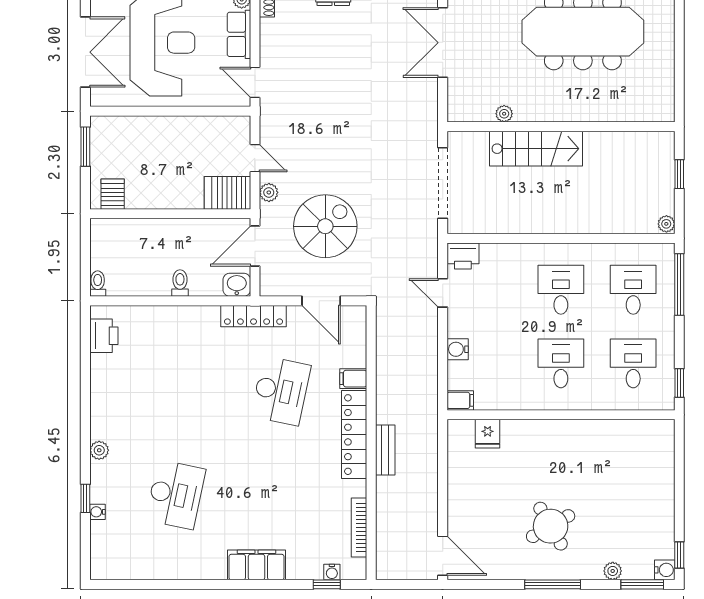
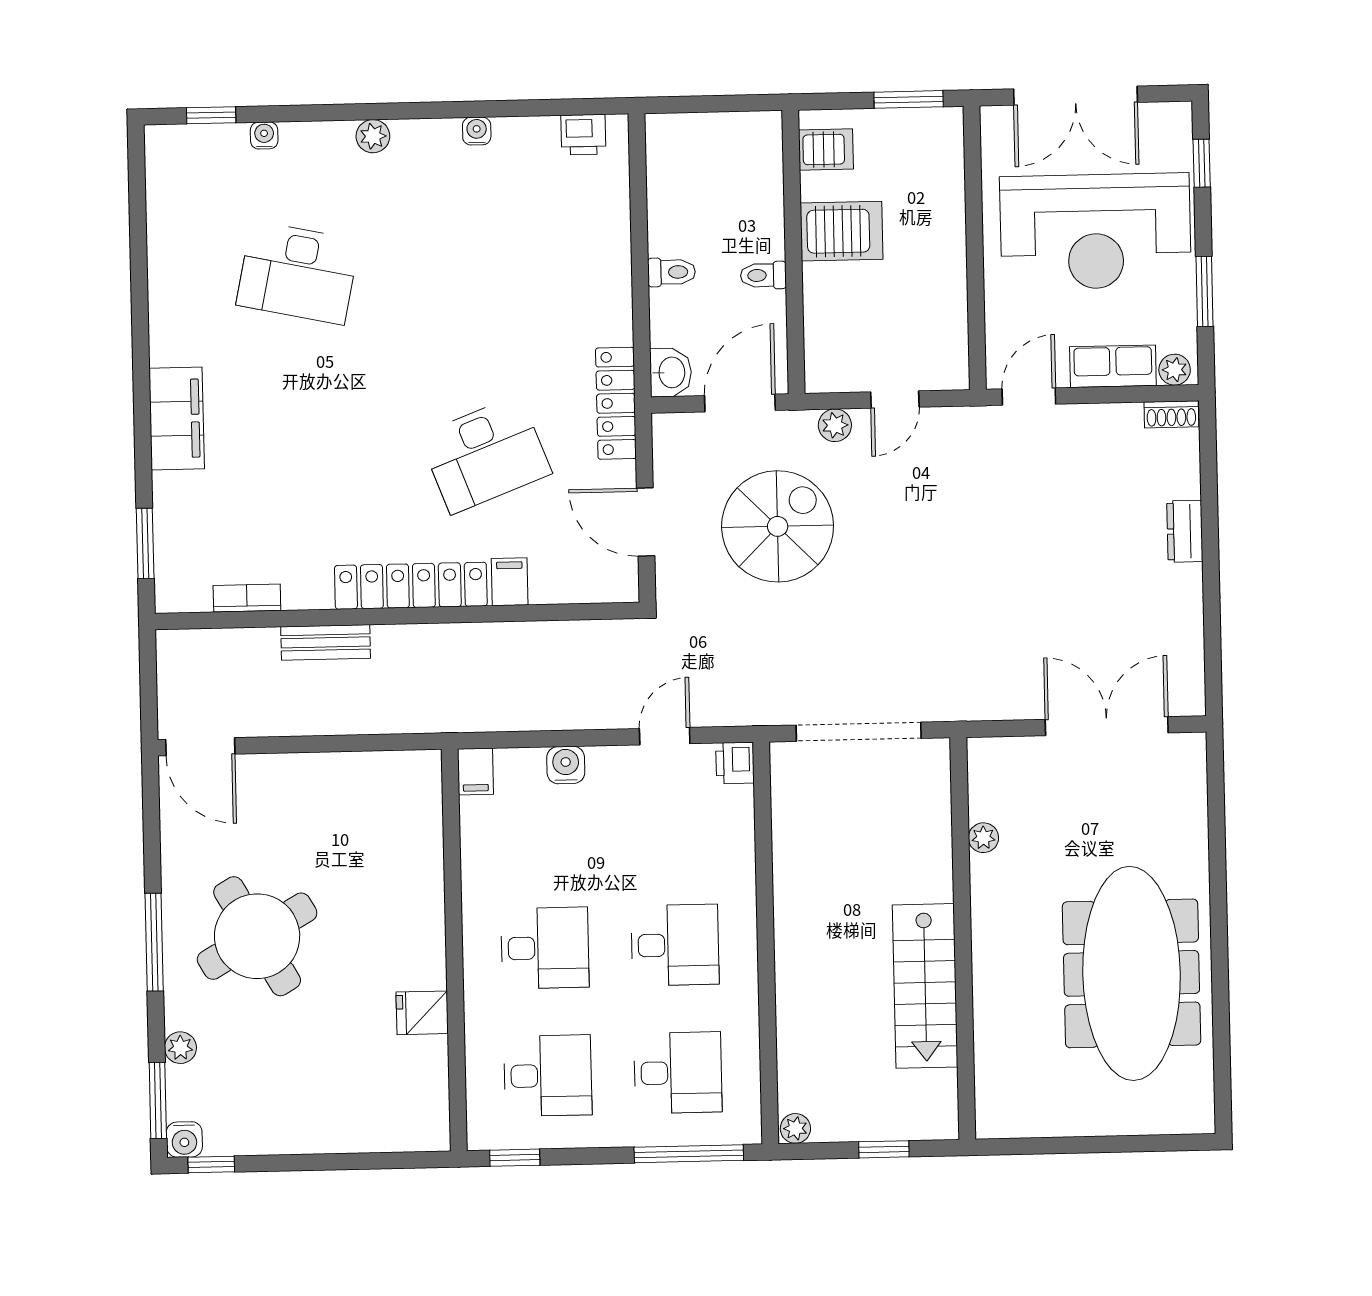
stairs: (536, 149) -> (925, 986), moved
server rack: (227, 193) -> (842, 231), moved, turned 90
spiral stairs: (325, 226) -> (778, 526), turned -90
door: (255, 246) -> (740, 403), hinge flipped
printer: (463, 256) -> (735, 763), width x0.73, depth x0.81
toilet: (98, 284) -> (763, 275), moved, turned 180
door: (321, 301) -> (646, 522), hinge flipped
printer: (104, 336) -> (583, 135), width x0.73, depth x0.81
desk: (281, 391) -> (485, 455), turned -33
fridge: (488, 434) -> (422, 1013), moved
bench: (385, 450) -> (326, 642), moved
window: (85, 498) -> (211, 115), moved
round table: (551, 526) -> (257, 936), width x1.36, depth x1.36
bookcase: (359, 528) -> (247, 598), width x0.64
door: (443, 556) -> (200, 747), hinge flipped
water cooler: (332, 572) -> (477, 131), moved, turned 90
window: (327, 584) -> (145, 543), width x1.50

